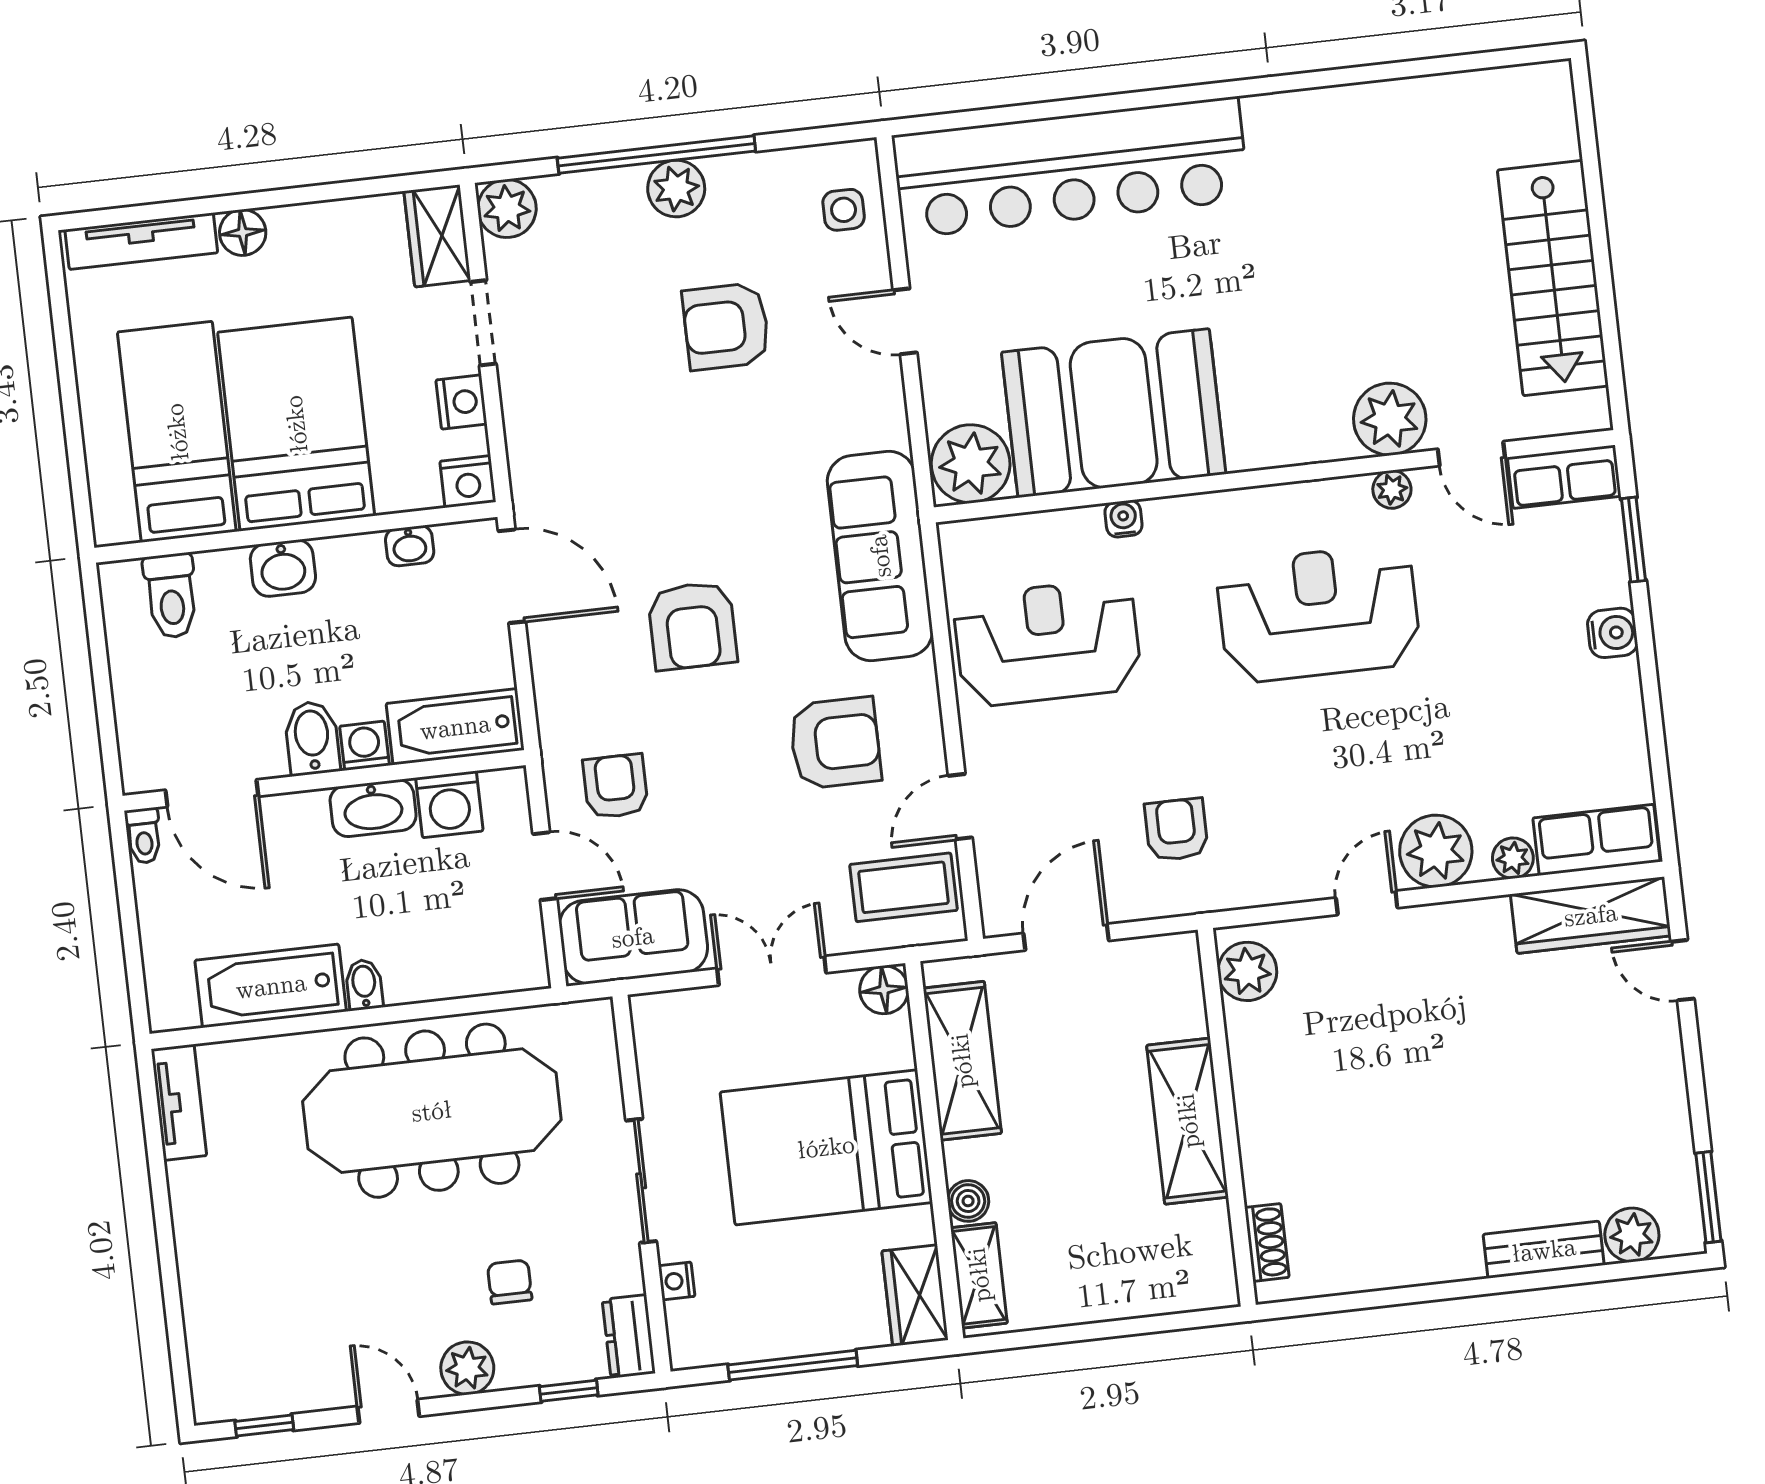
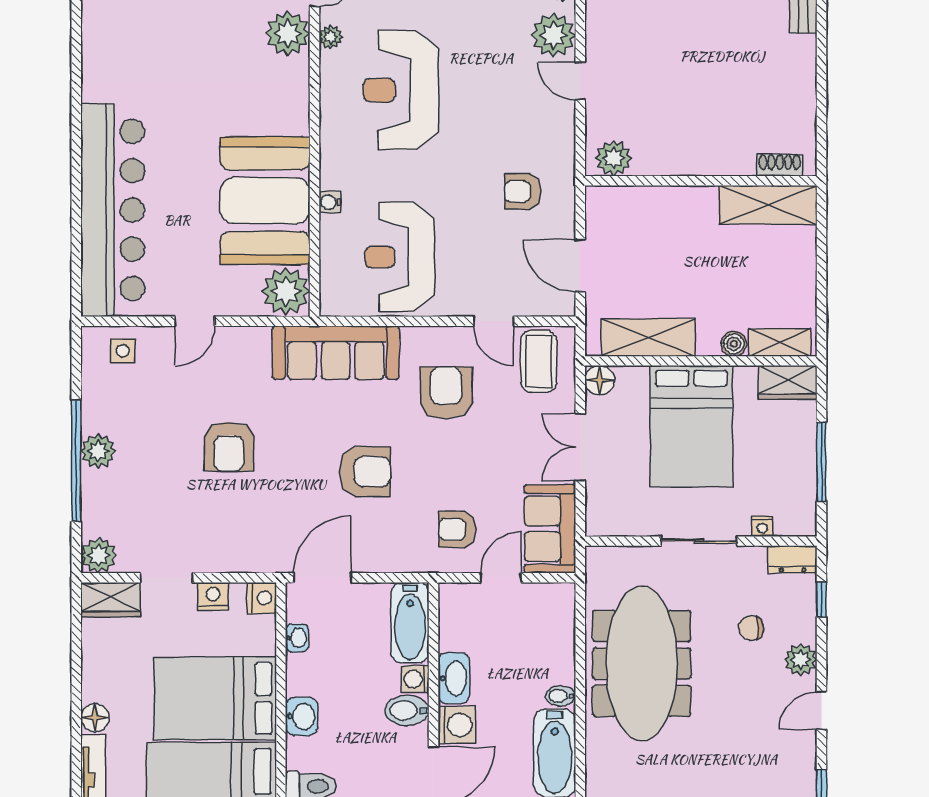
armchair: (726, 326) -> (229, 447), moved
washing machine: (449, 804) -> (457, 725), moved
shelving: (1188, 1121) -> (768, 205), moved

